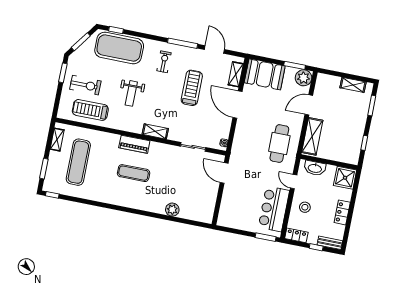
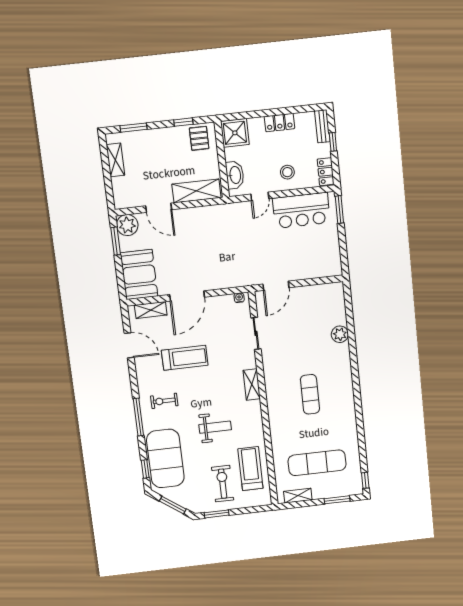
window: (183, 43) -> (138, 417), moved
door: (214, 50) -> (129, 345), swing flipped
treadmill: (192, 88) -> (185, 358), turned 180
treadmill: (90, 110) -> (250, 469), turned 180
piano: (134, 144) -> (275, 404), removed
cafe table: (279, 144) -> (218, 229), removed
pallet: (349, 151) -> (199, 138), added

